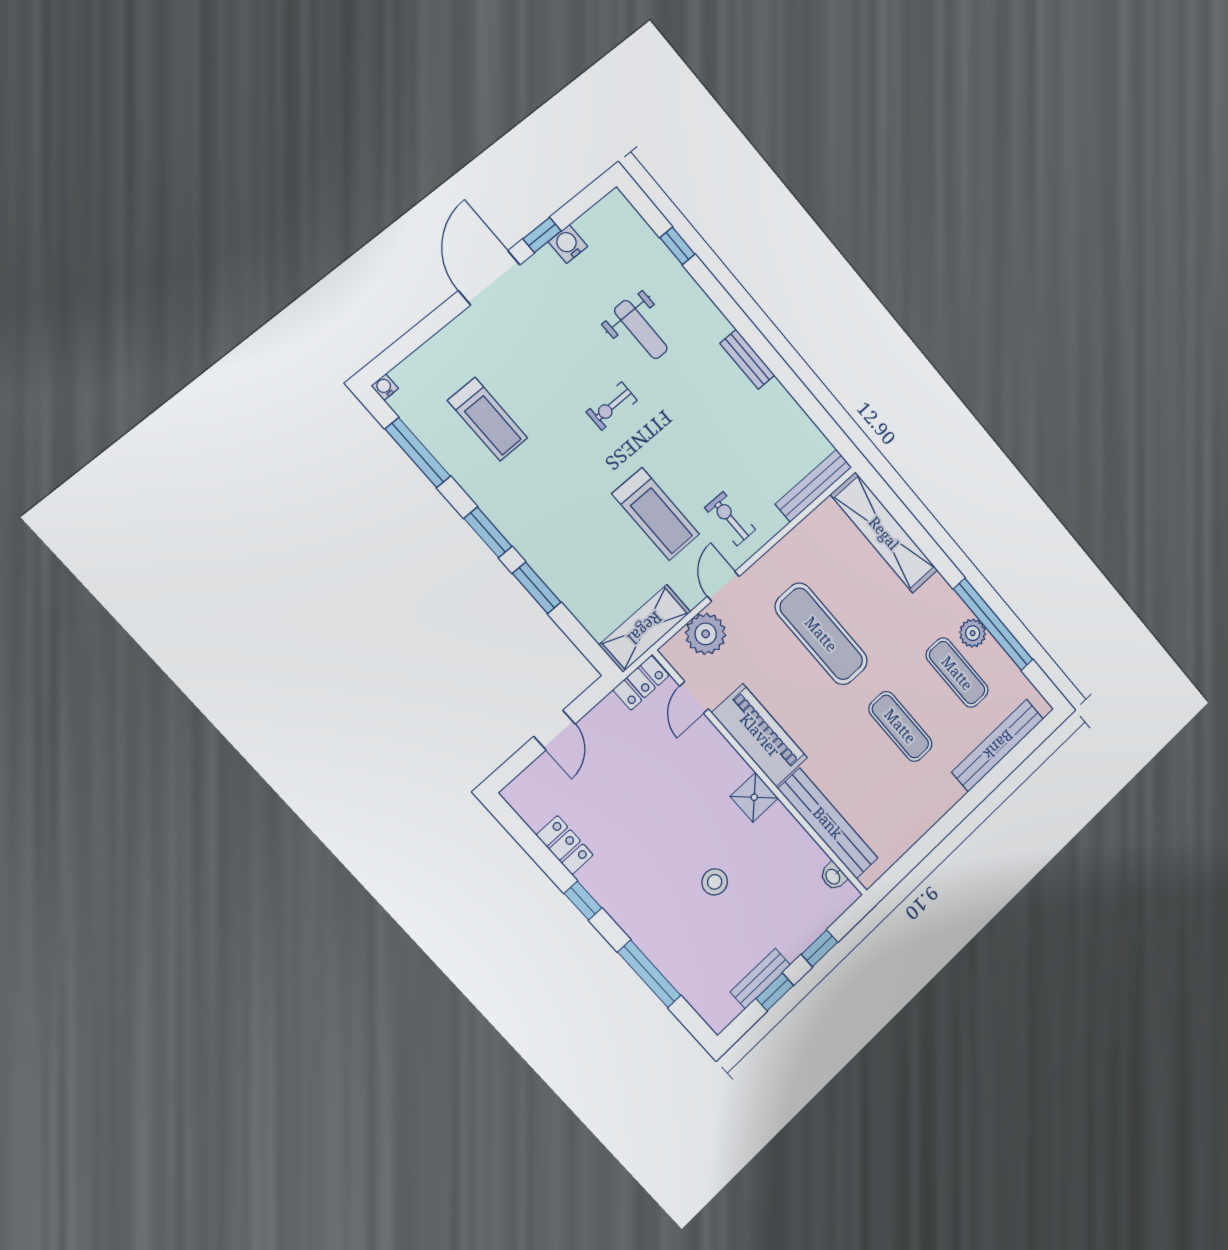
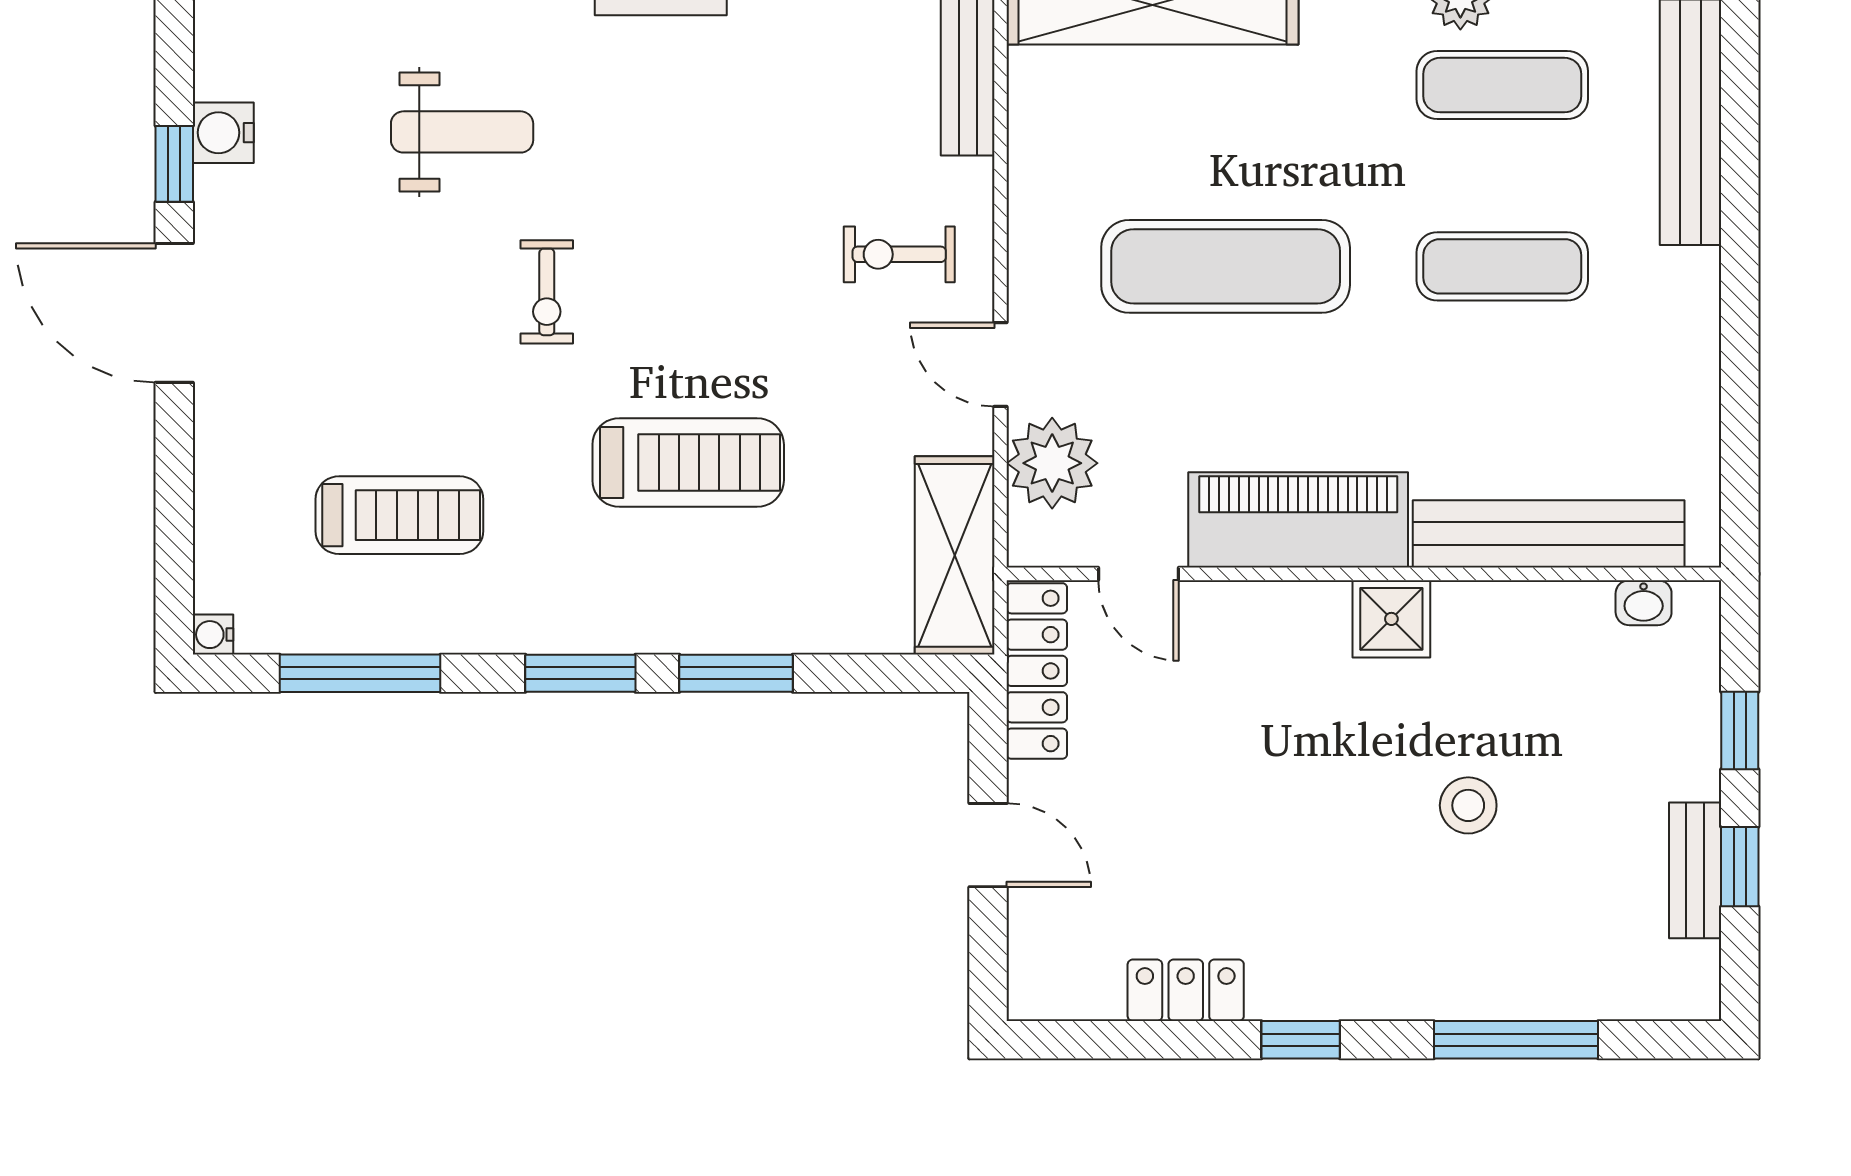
treadmill: (656, 514) -> (688, 463), moved
locker: (641, 683) -> (1037, 671), width x1.53

